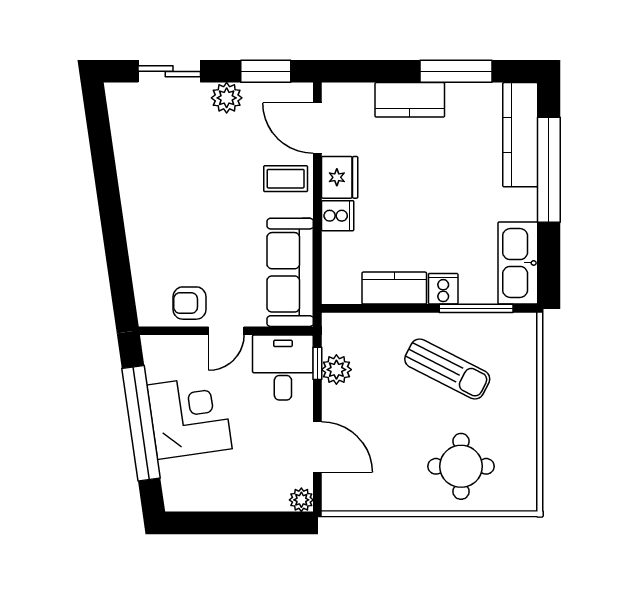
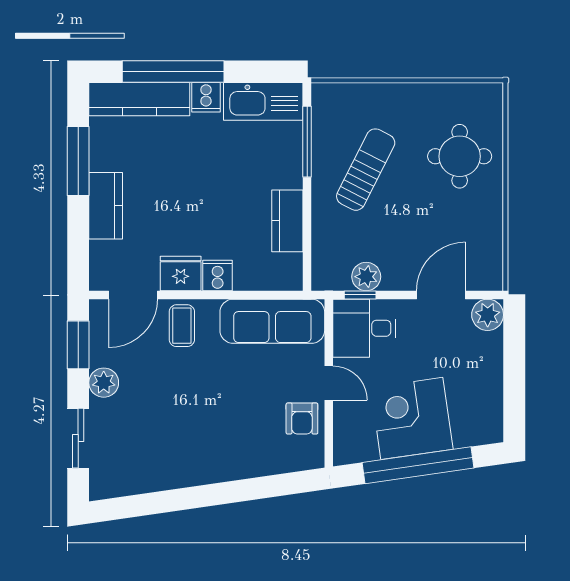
cooker: (443, 289) -> (206, 97), moved, turned -90
plant: (301, 500) -> (488, 315), width x1.38, depth x1.38

